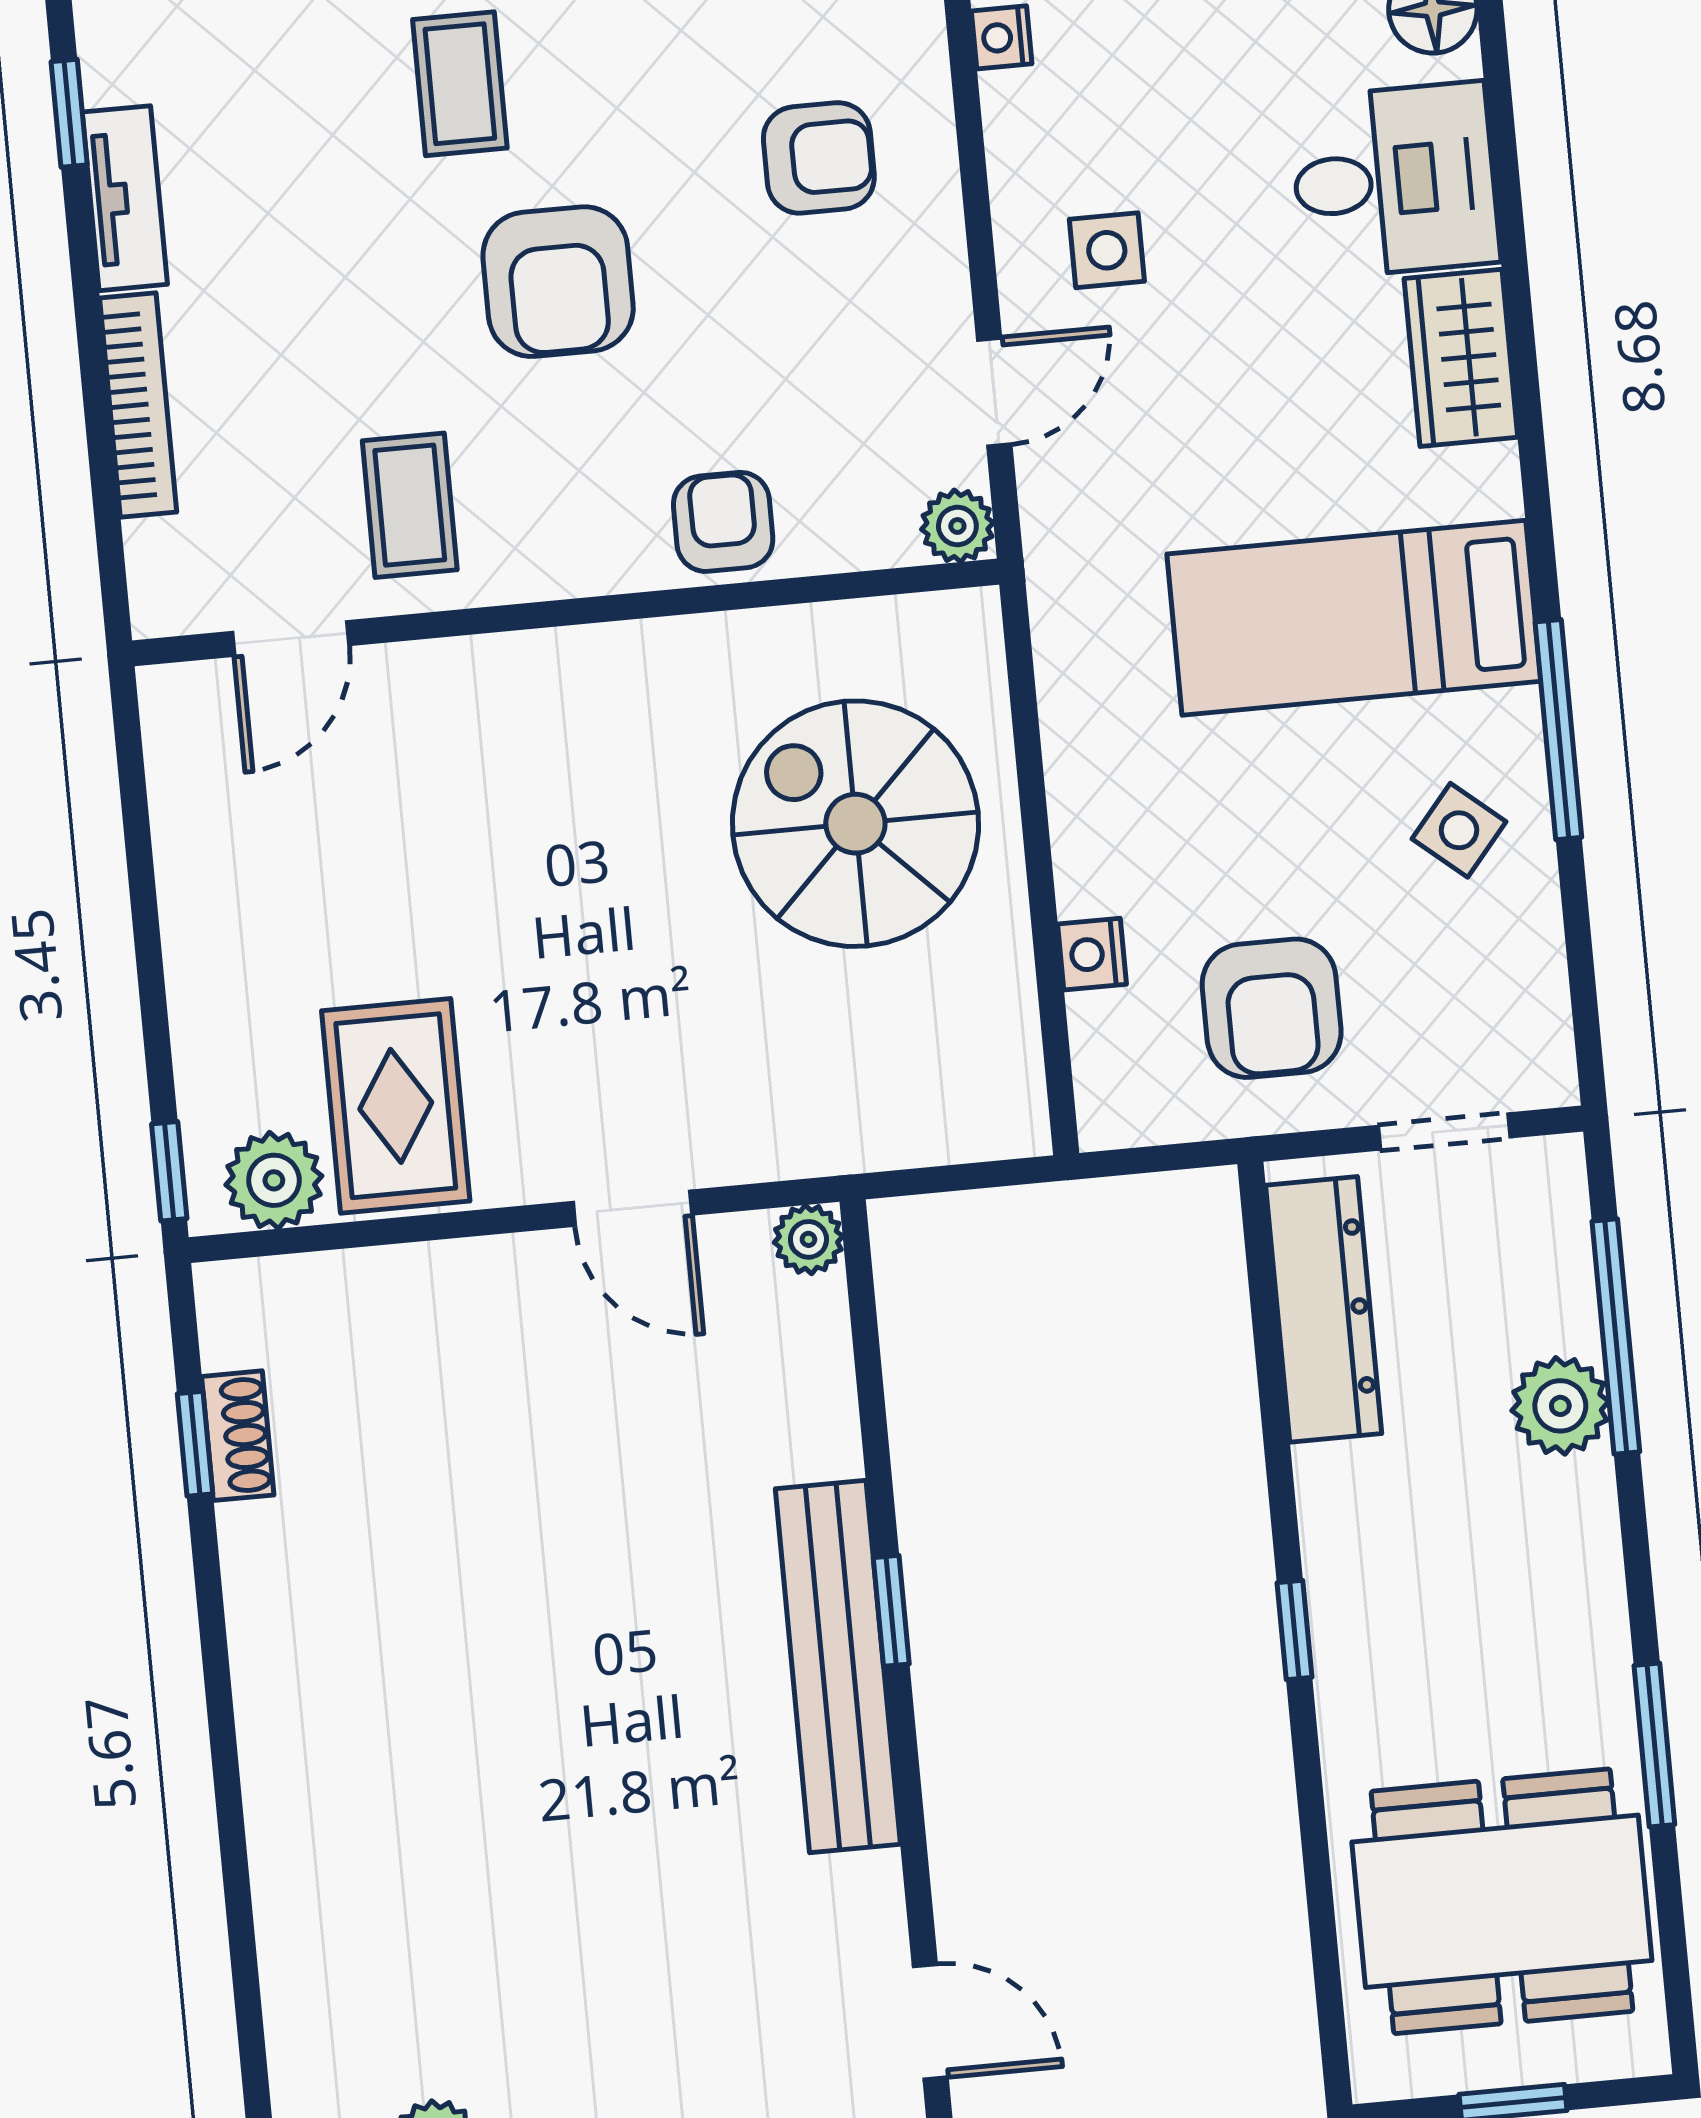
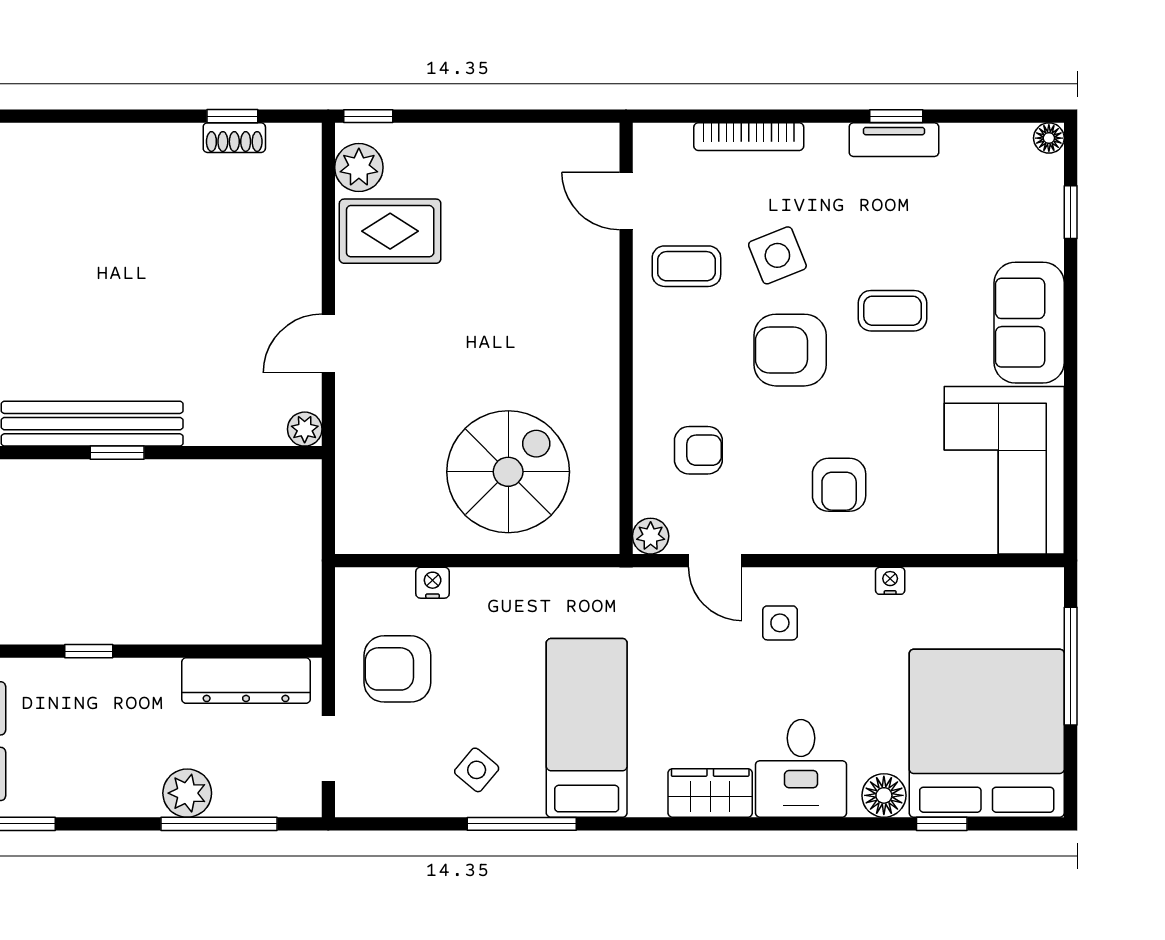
tv unit: (125, 198) -> (894, 140), moved
side table: (371, 325) -> (777, 255), added
armchair: (723, 522) -> (698, 450), moved

